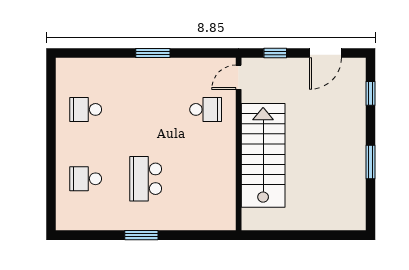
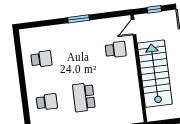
school desk: (86, 109) -> (41, 59), turned 180
school desk: (86, 179) -> (47, 102), turned 180

